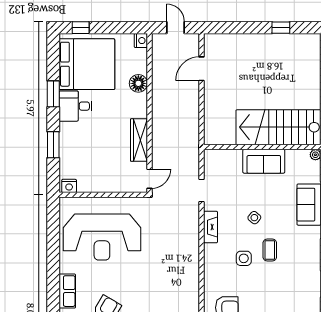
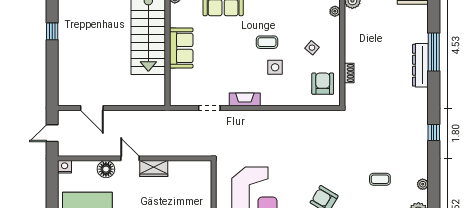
wardrobe: (139, 140) -> (154, 168), width x0.67
door: (149, 179) -> (130, 158), moved
side table: (254, 218) -> (312, 48), moved

